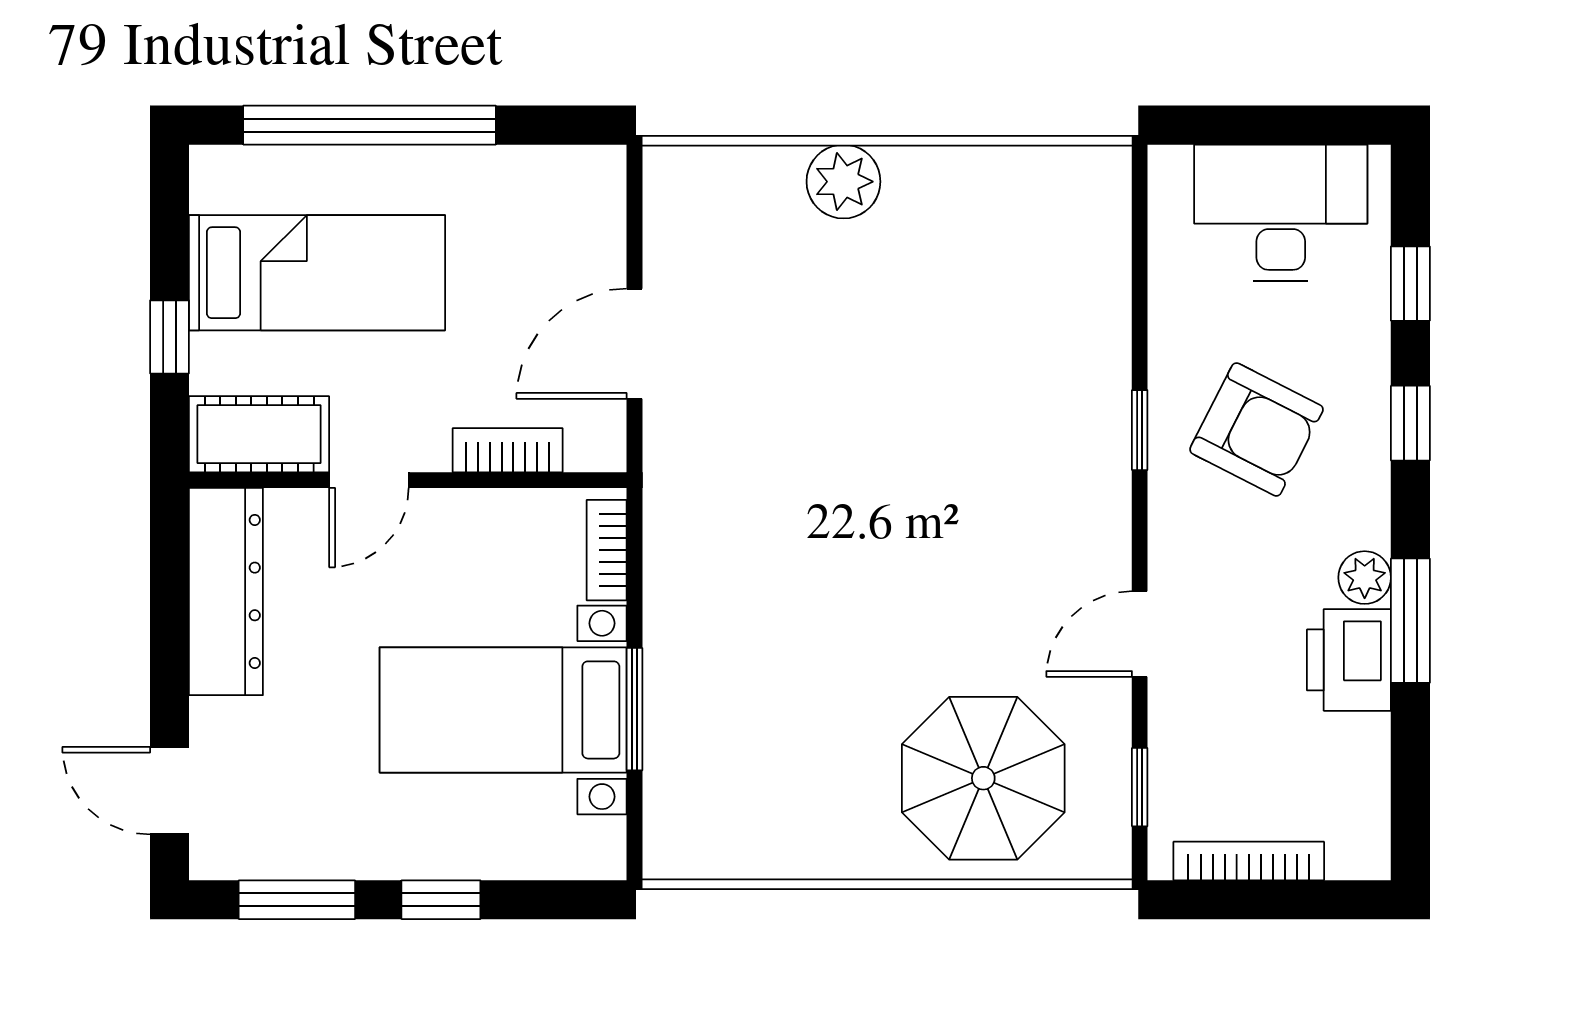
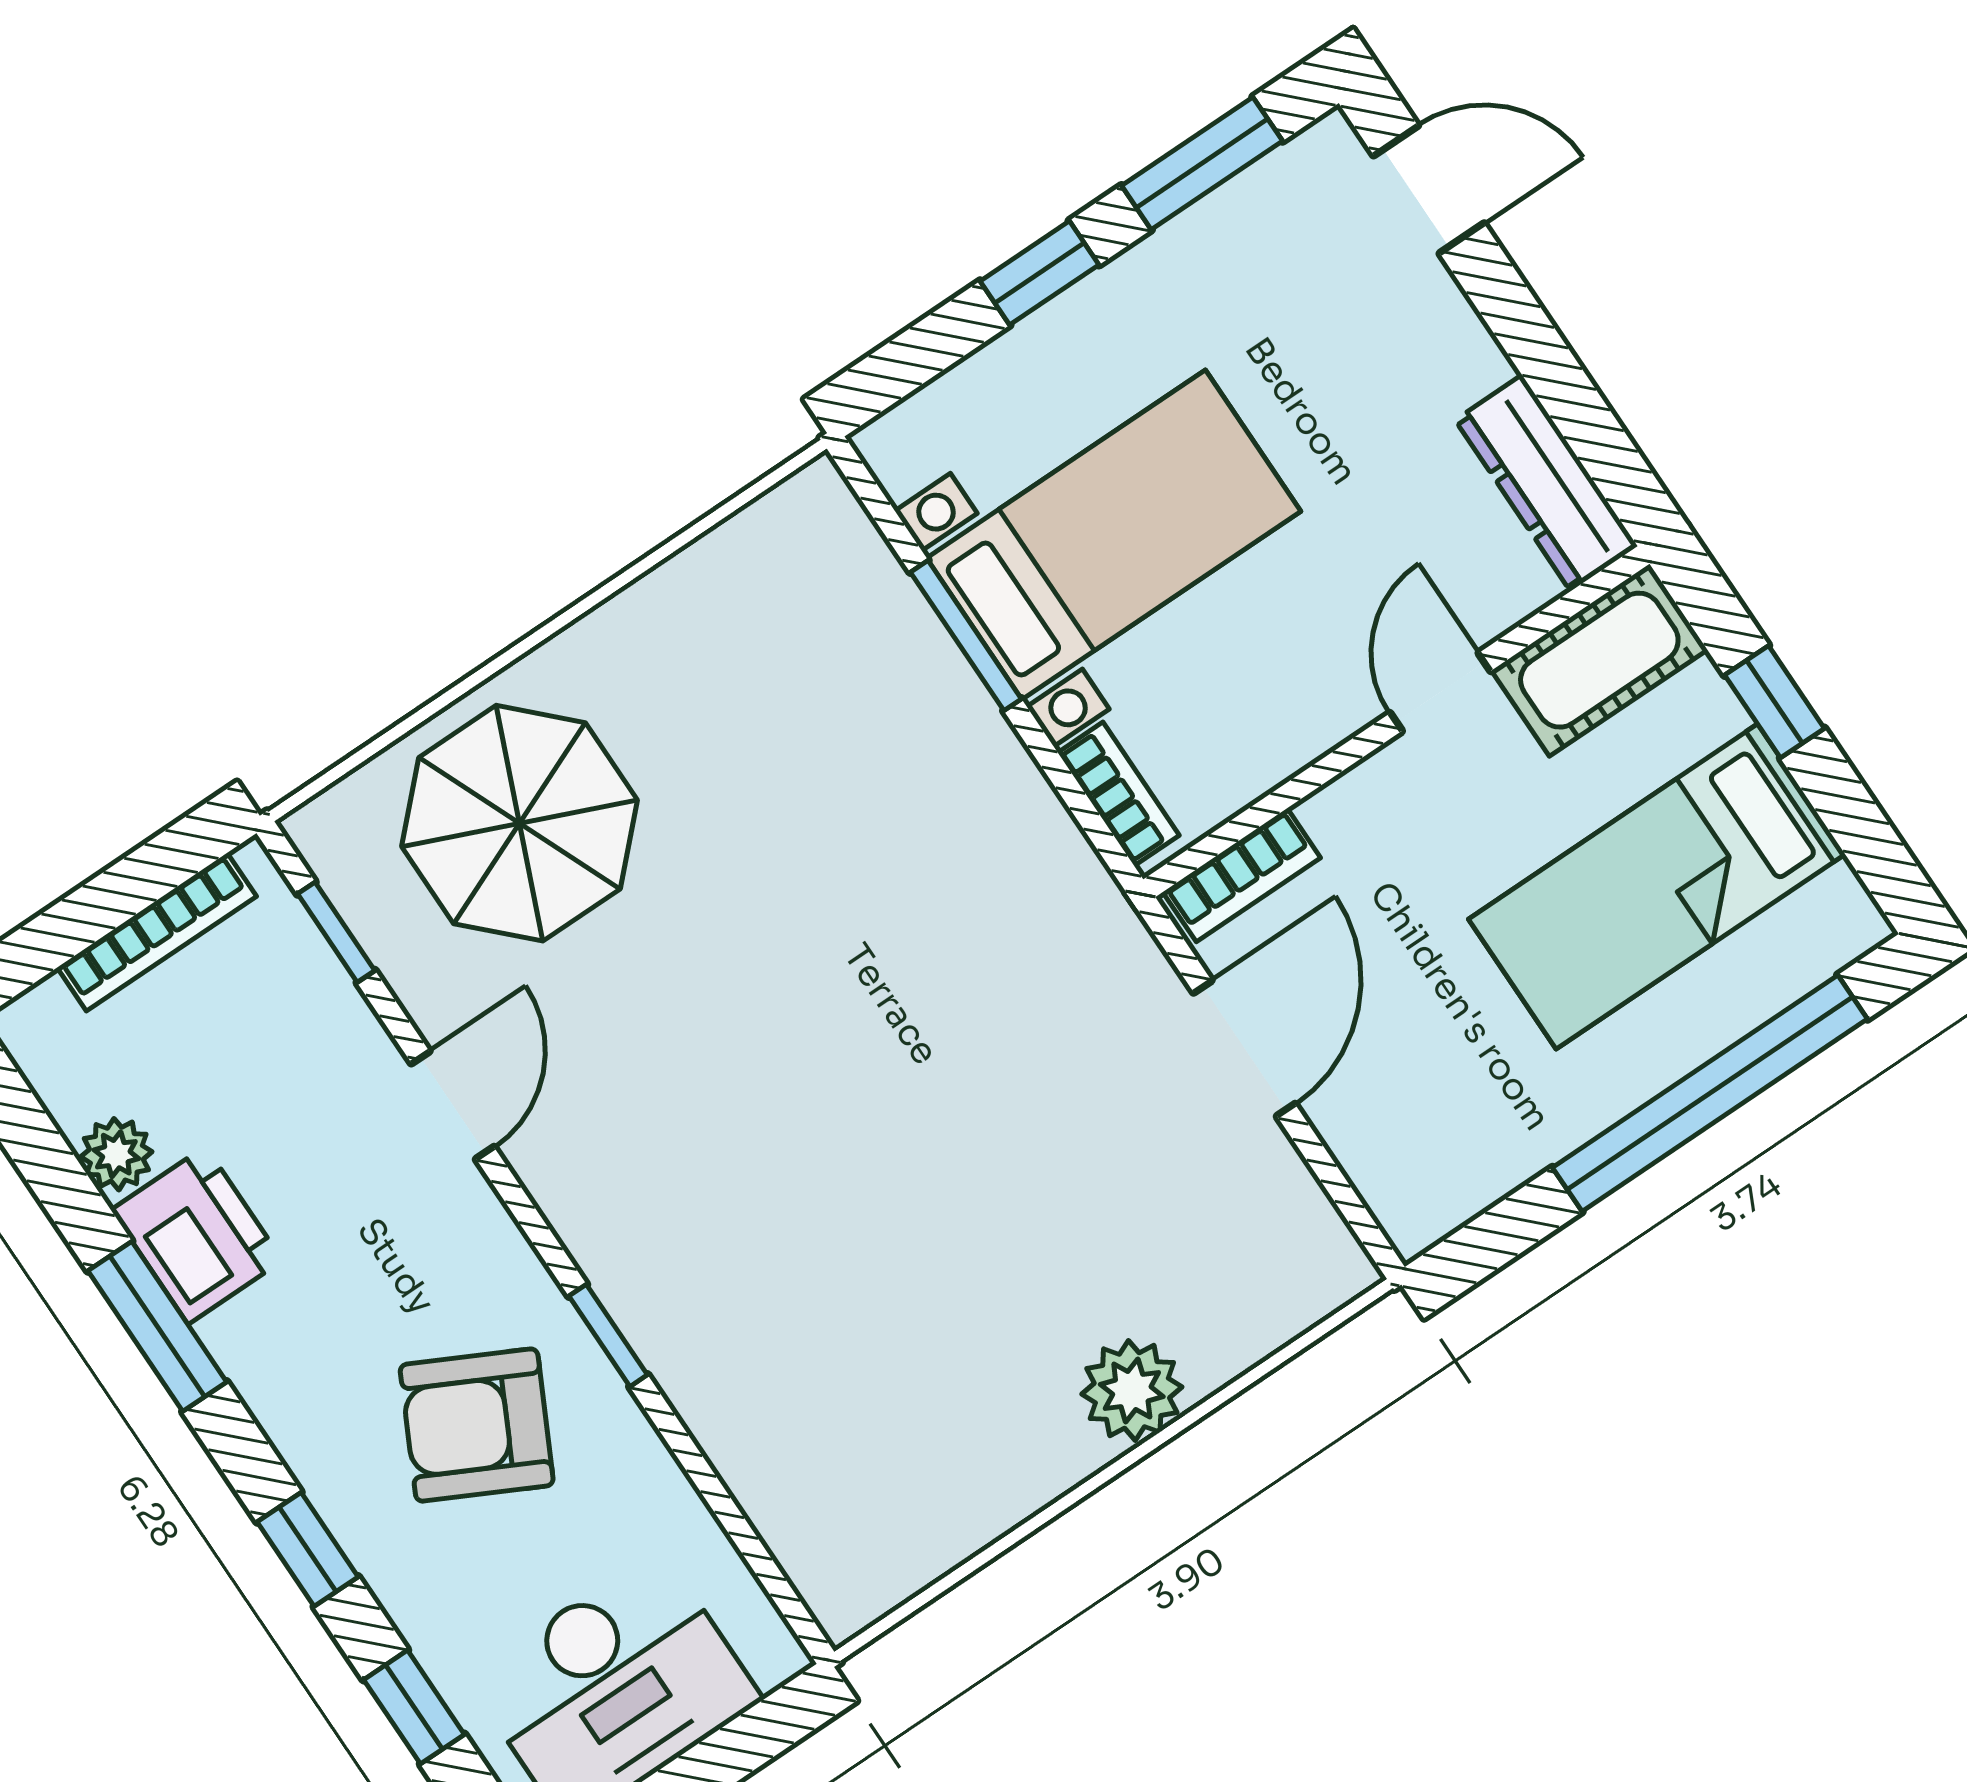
bookcase: (508, 450) -> (1242, 875), moved
plant: (1365, 578) -> (116, 1154), moved
dresser: (226, 591) -> (1546, 483), width x0.73, depth x0.80

